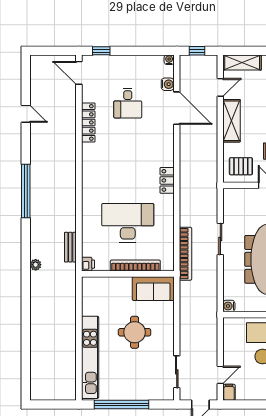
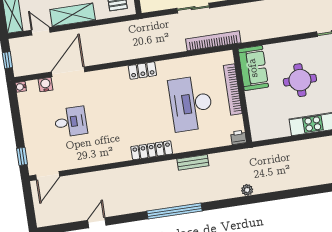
locker: (88, 122) -> (152, 150), moved
bench: (70, 247) -> (193, 162), moved

